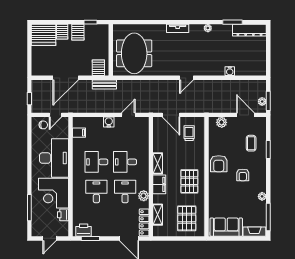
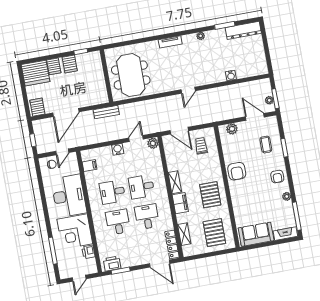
server rack: (98, 68) -> (37, 107), moved
armchair: (243, 175) -> (277, 177), moved
plant: (144, 196) -> (153, 143), moved

